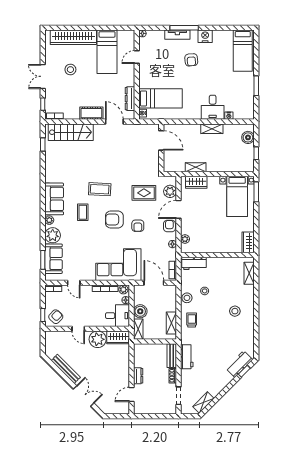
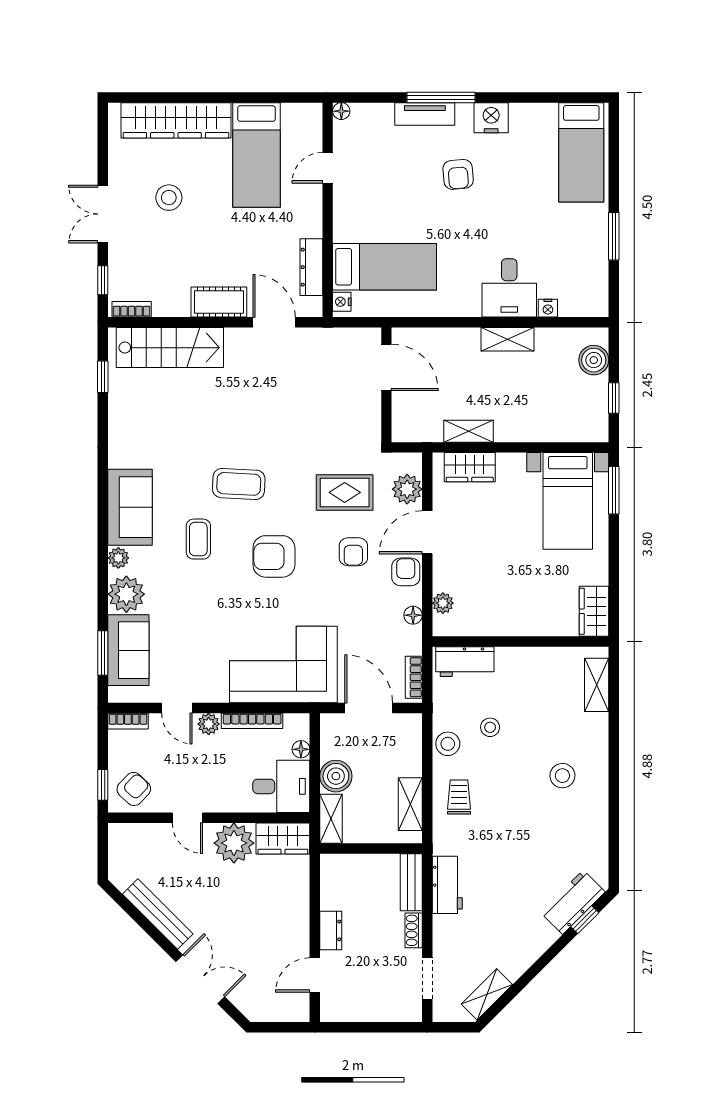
armchair: (138, 226) -> (353, 552), moved
plant: (123, 290) -> (209, 724), moved

